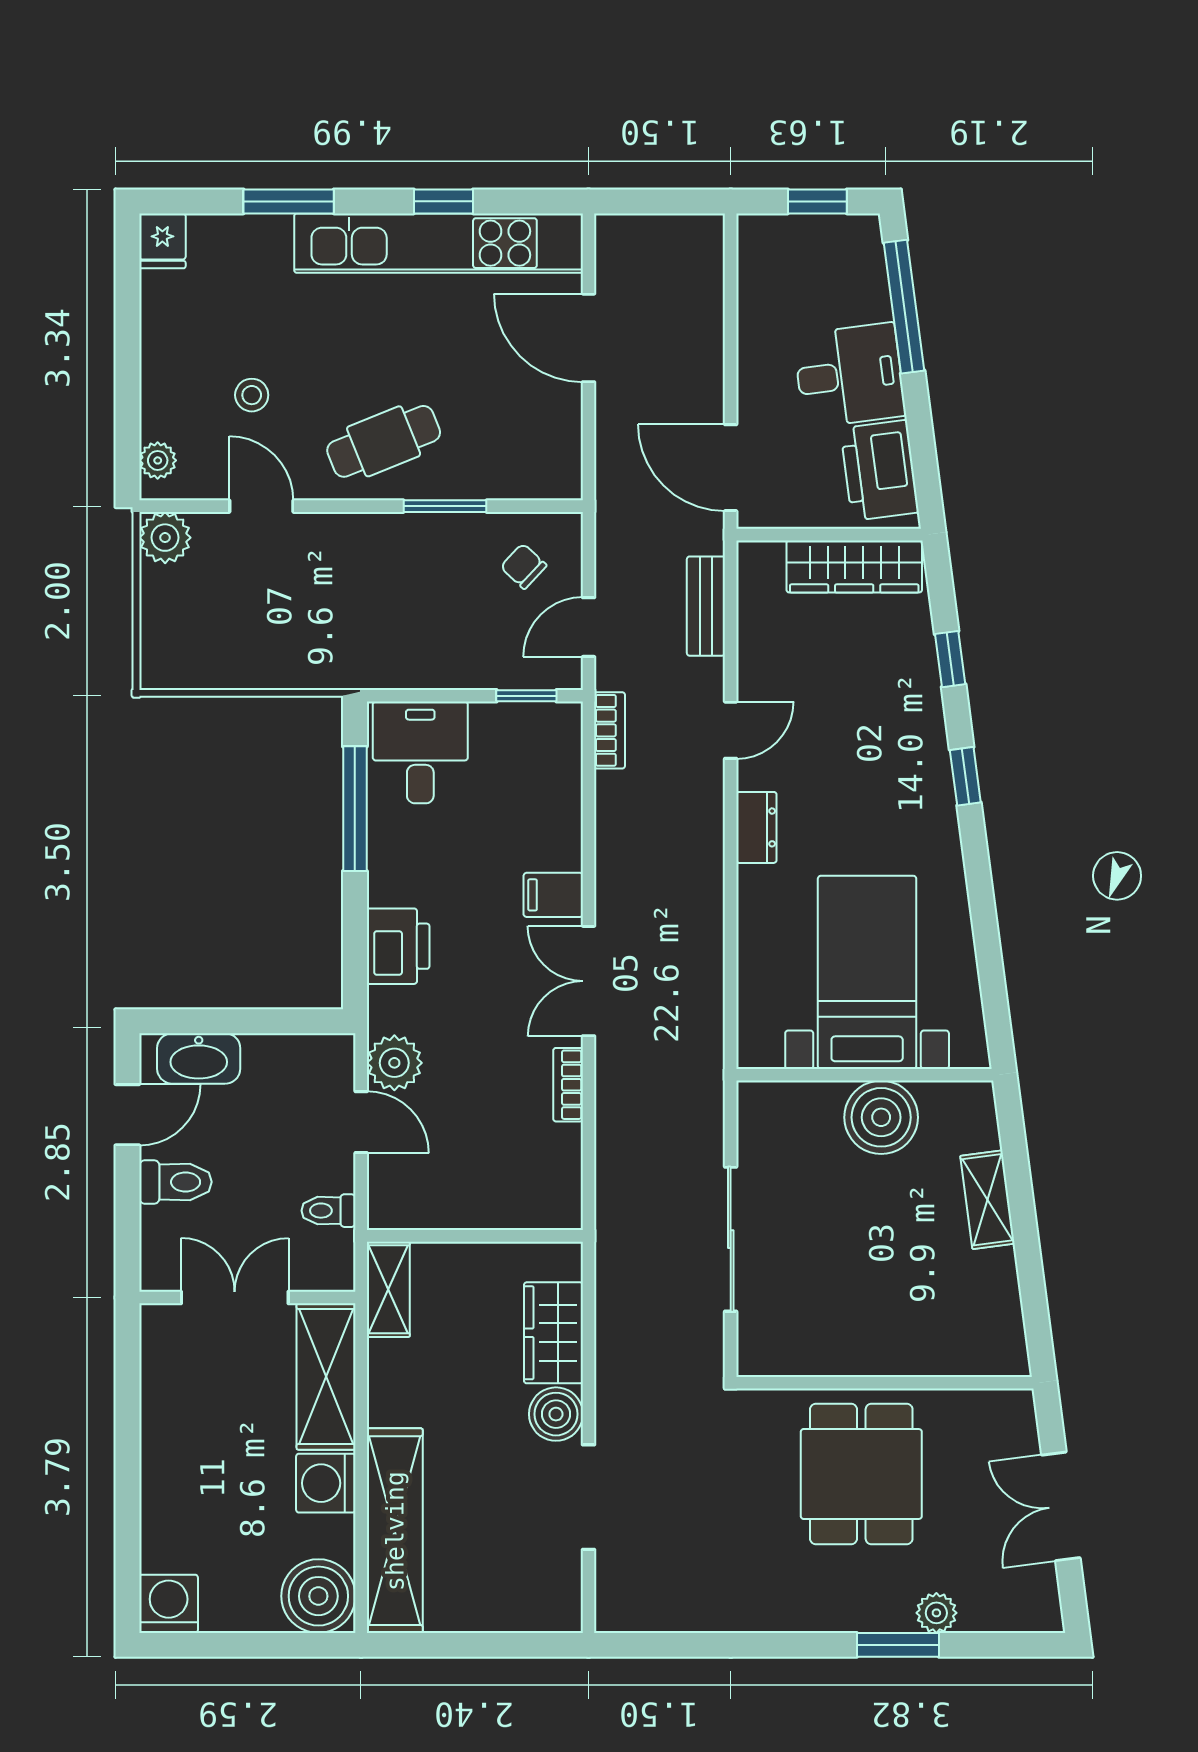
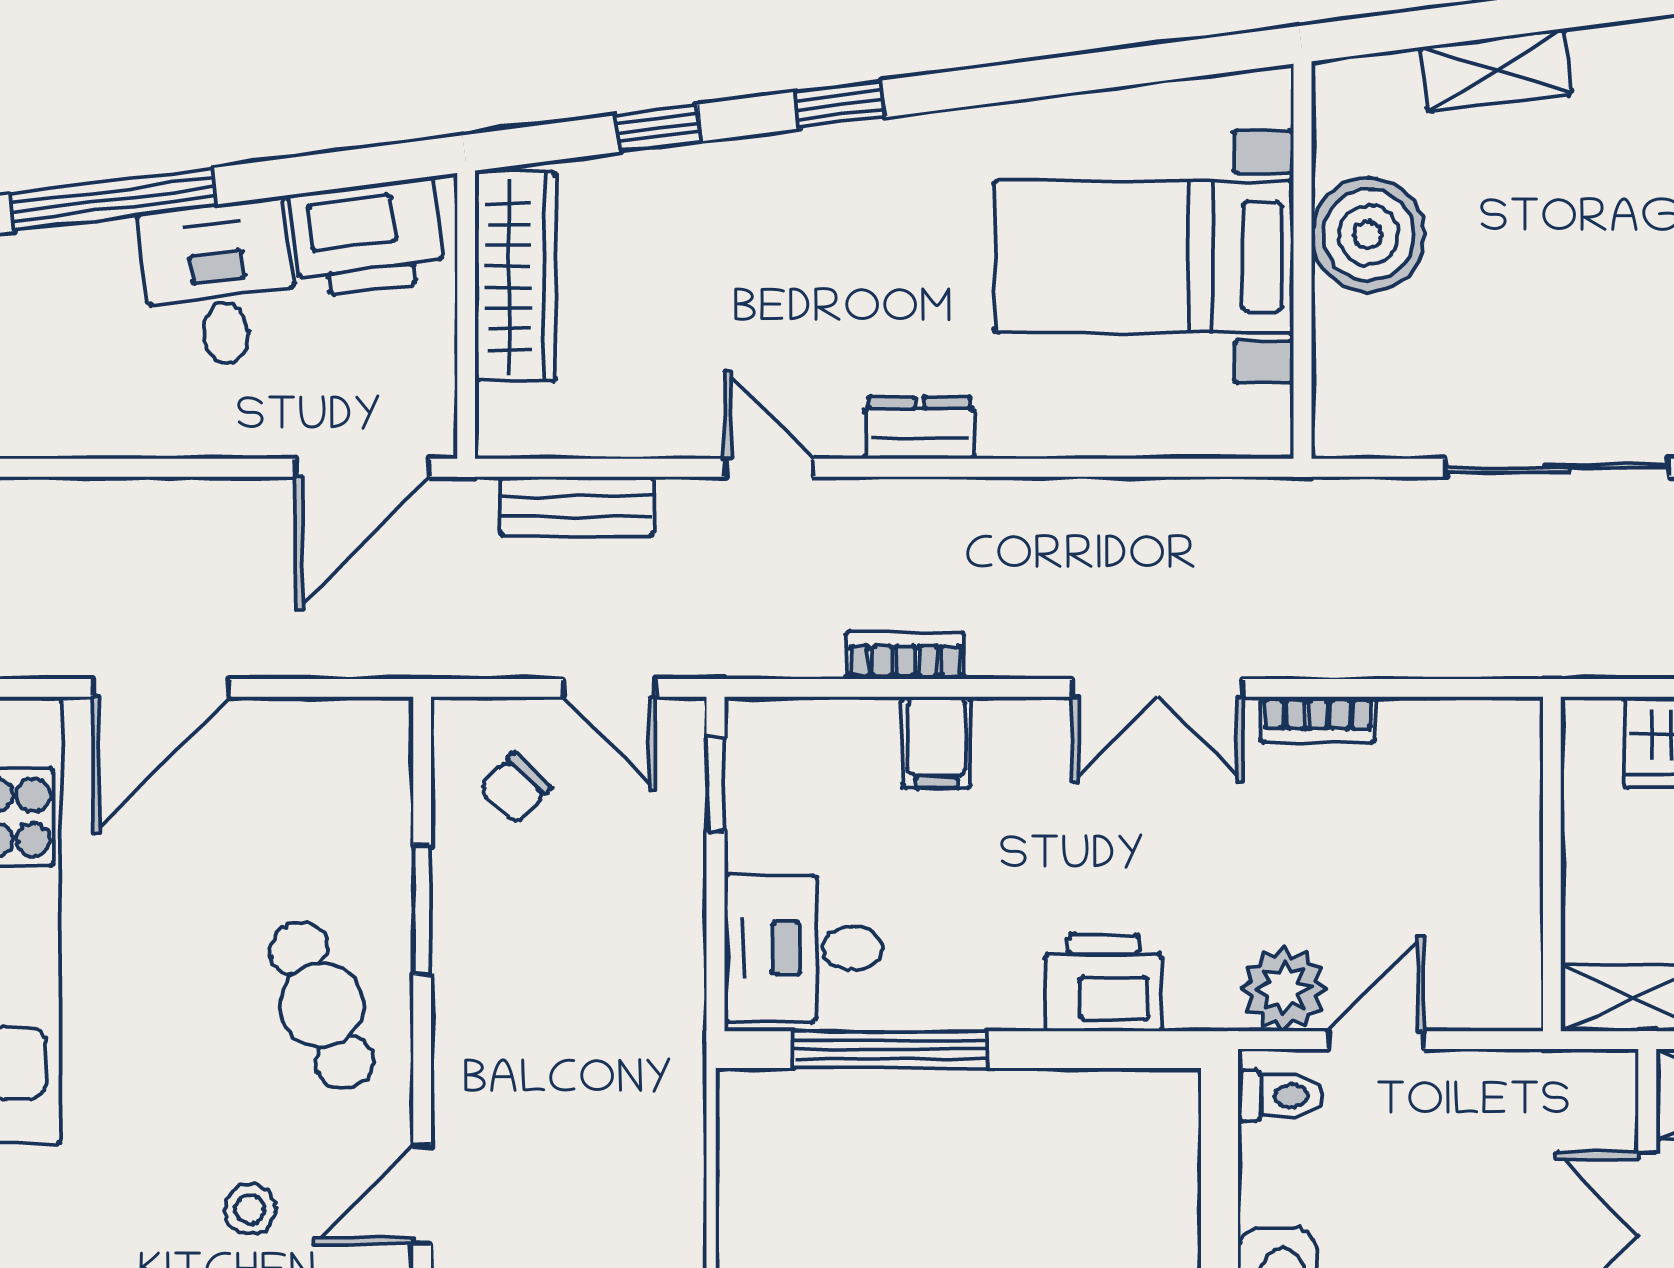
bookcase: (610, 730) -> (905, 655), moved
filing cabinet: (553, 895) -> (936, 742), moved
toilet: (328, 1211) -> (1280, 1096), moved, turned -90

